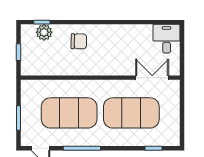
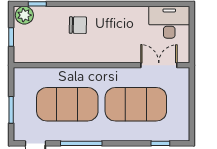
plant: (44, 32) -> (24, 15), moved
desk: (167, 39) -> (169, 22), width x1.37

